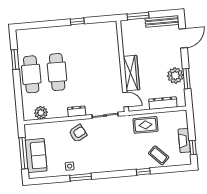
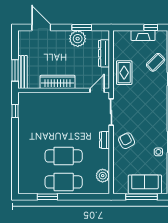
window: (77, 21) -> (15, 111), moved
bench: (162, 21) -> (23, 72), moved
wardrobe: (132, 73) -> (58, 82), moved

